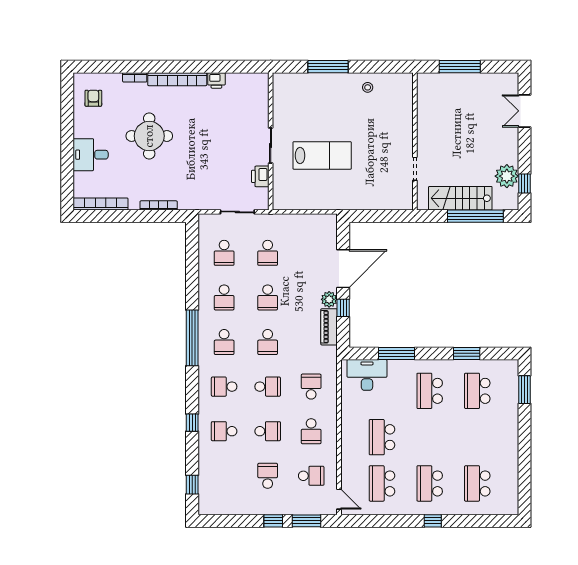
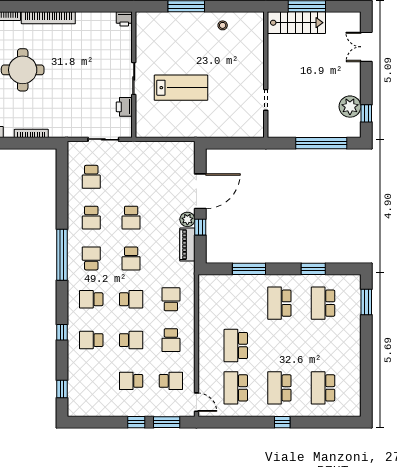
printer: (216, 80) -> (124, 19), moved
stairs: (460, 198) -> (296, 23), moved, turned 180
school desk: (268, 253) -> (131, 177), removed
school desk: (224, 342) -> (91, 258), turned 180
desk: (367, 375) -> (222, 289), removed
school desk: (268, 476) -> (131, 381), turned -90

